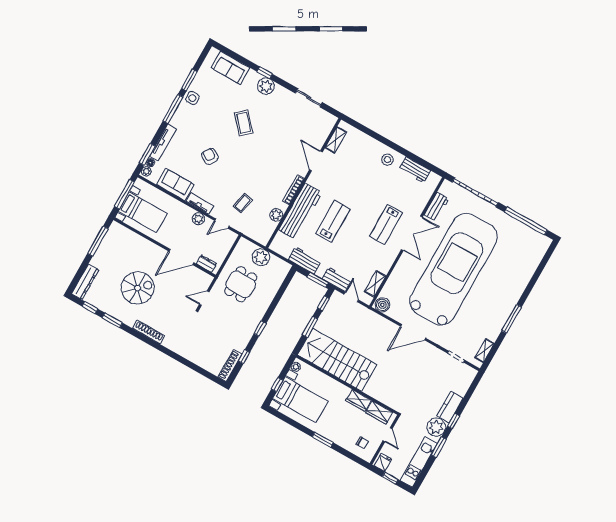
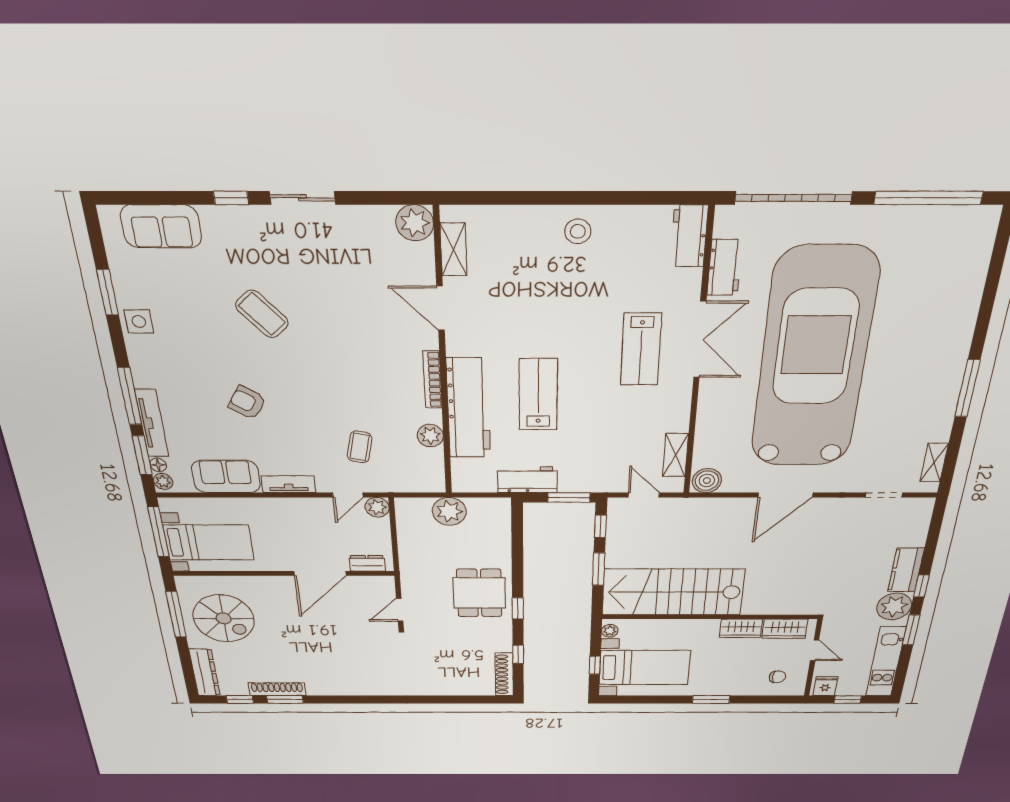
plant: (266, 86) -> (415, 223), moved
sliding door: (309, 98) -> (302, 198), moved
window: (173, 109) -> (130, 396), moved
workbench: (415, 170) -> (689, 236), moved, turned 90
plant: (198, 219) -> (377, 507), moved
workbench: (337, 279) -> (602, 481), removed
dining table: (241, 284) -> (479, 593), moved
spiral stairs: (138, 288) -> (224, 618), moved, turned 90
shoe rack: (149, 332) -> (277, 689), moved

